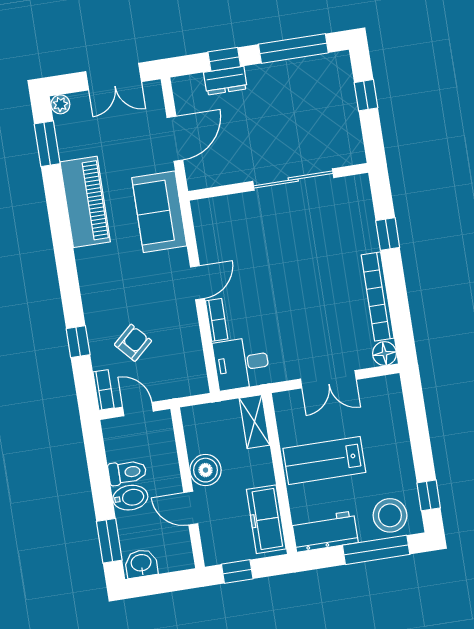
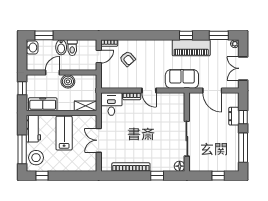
window: (78, 342) -> (186, 35), moved
floor lamp: (384, 354) -> (180, 166), moved

